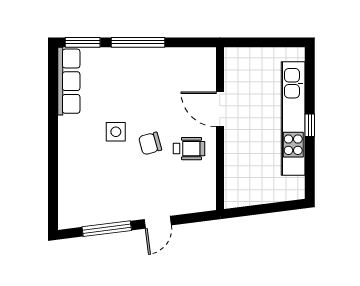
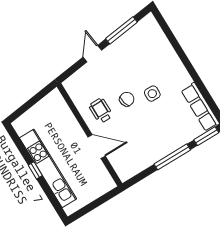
wheelchair: (189, 149) -> (101, 111), turned 90

